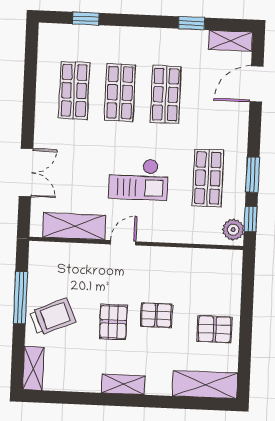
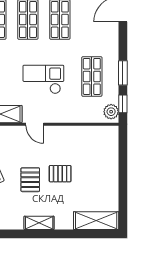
checkout: (138, 179) -> (43, 79), turned 180
door: (123, 243) -> (35, 124), swing flipped
pallet: (214, 329) -> (101, 182), removed

